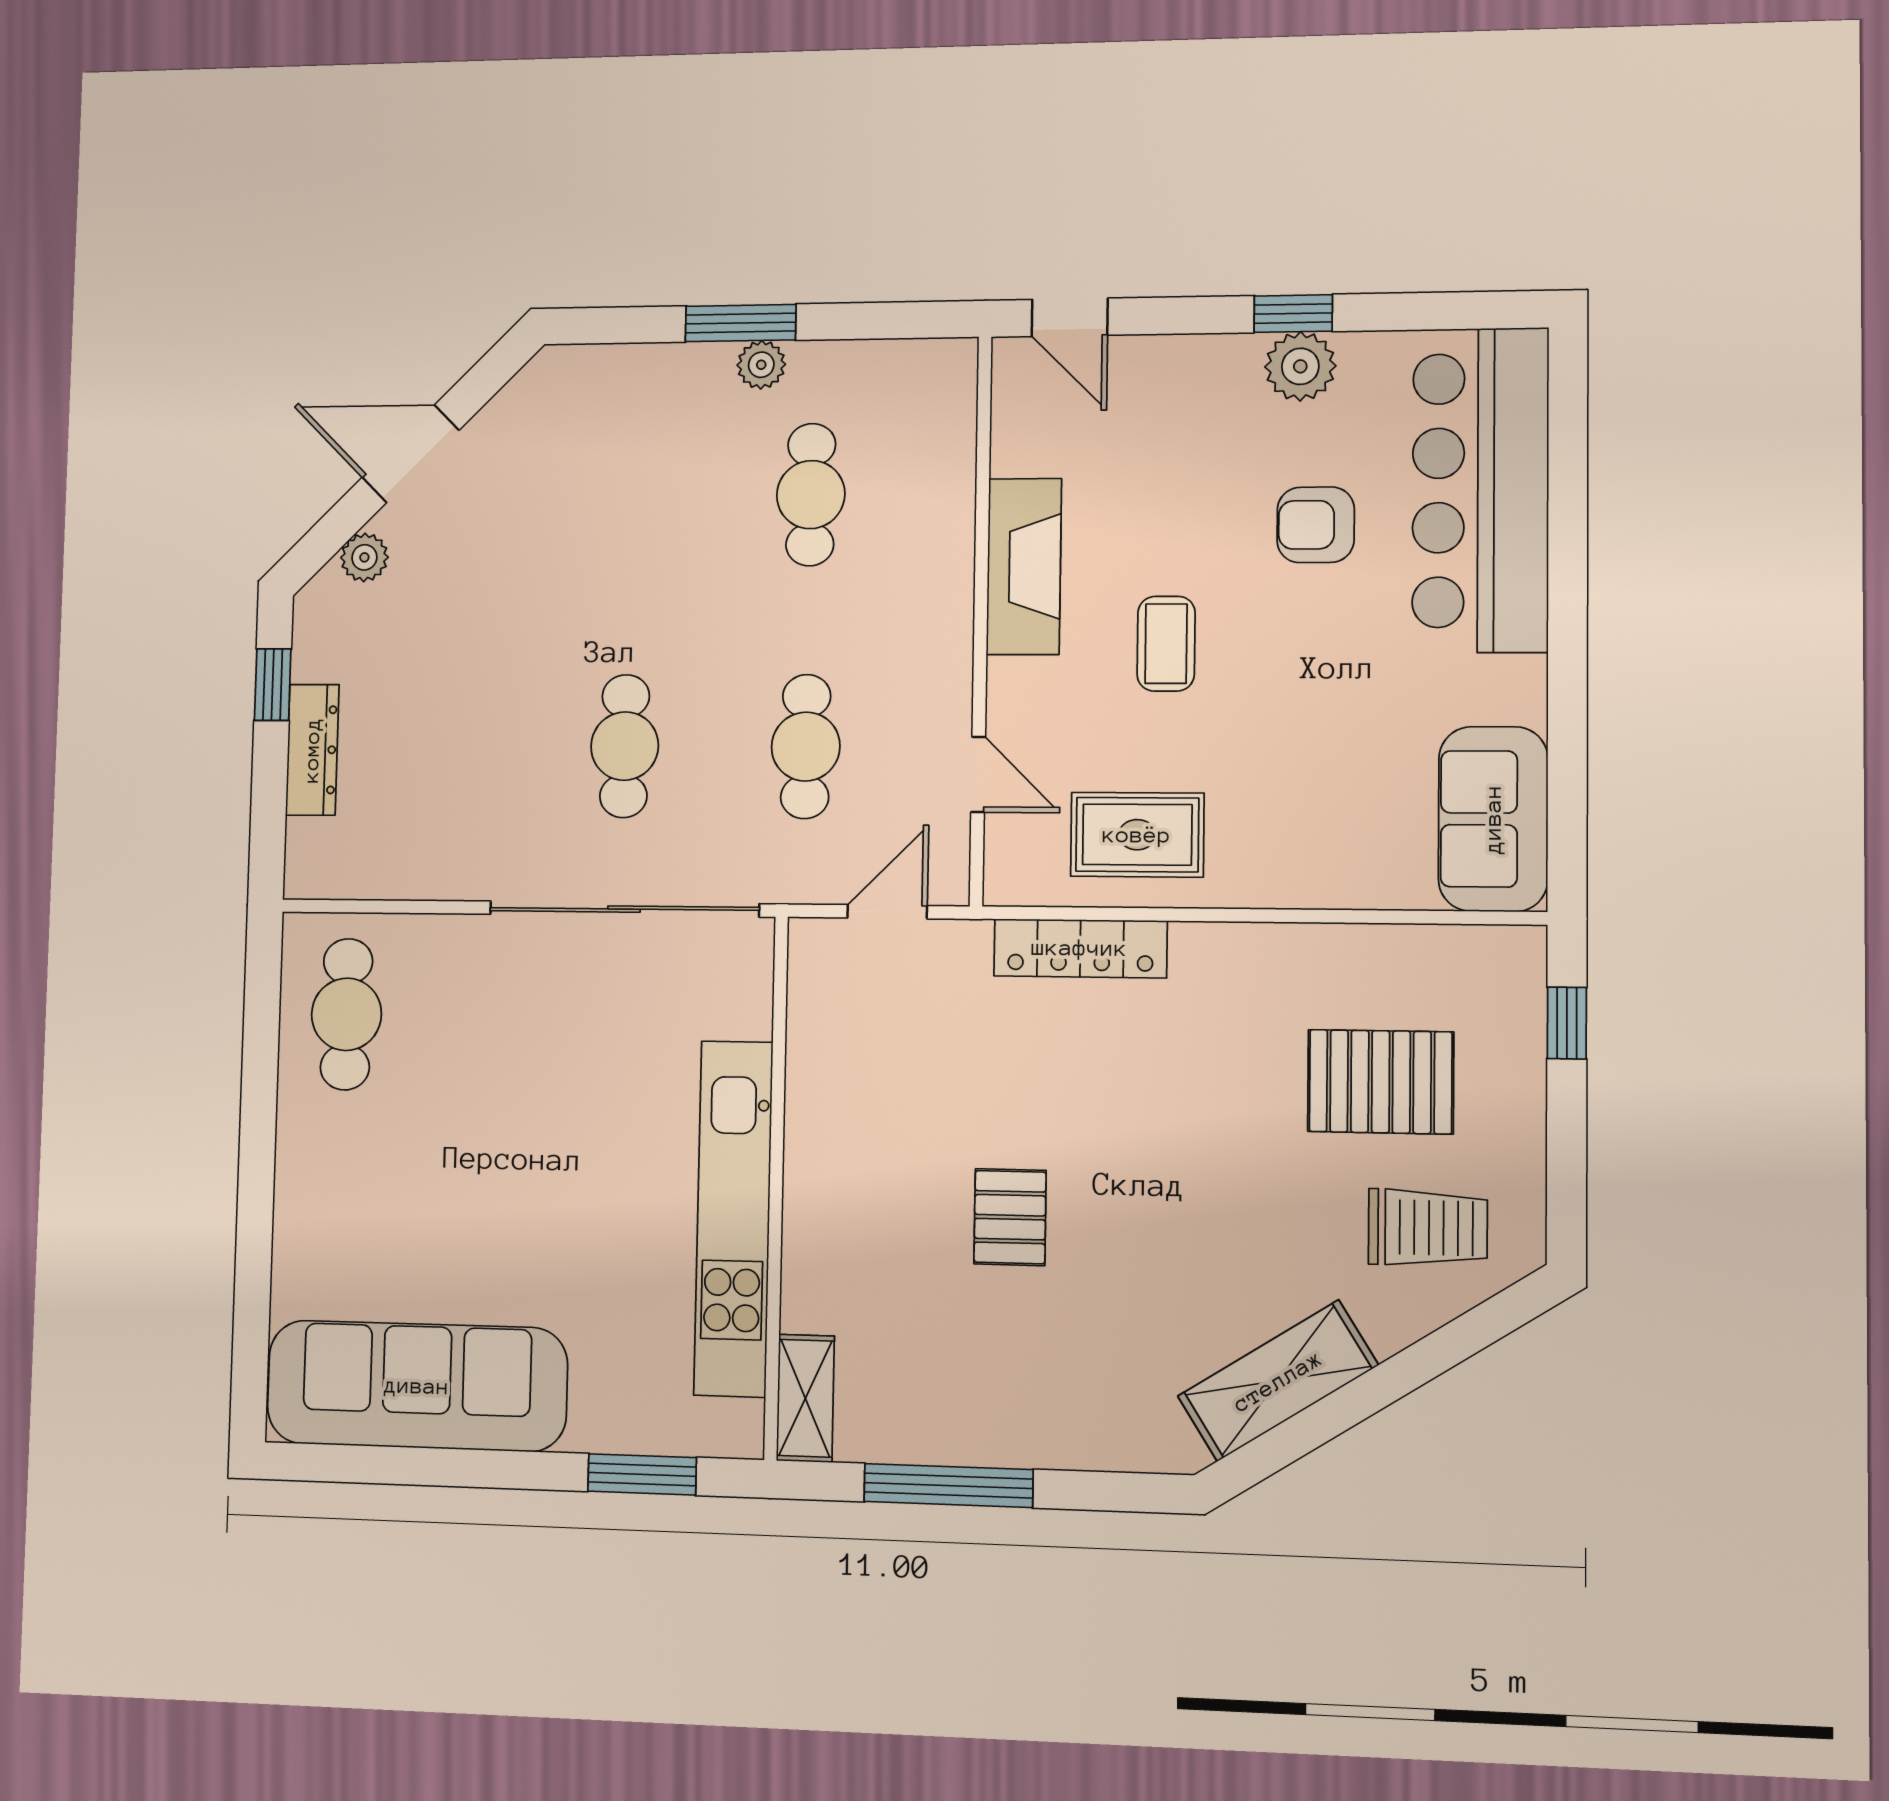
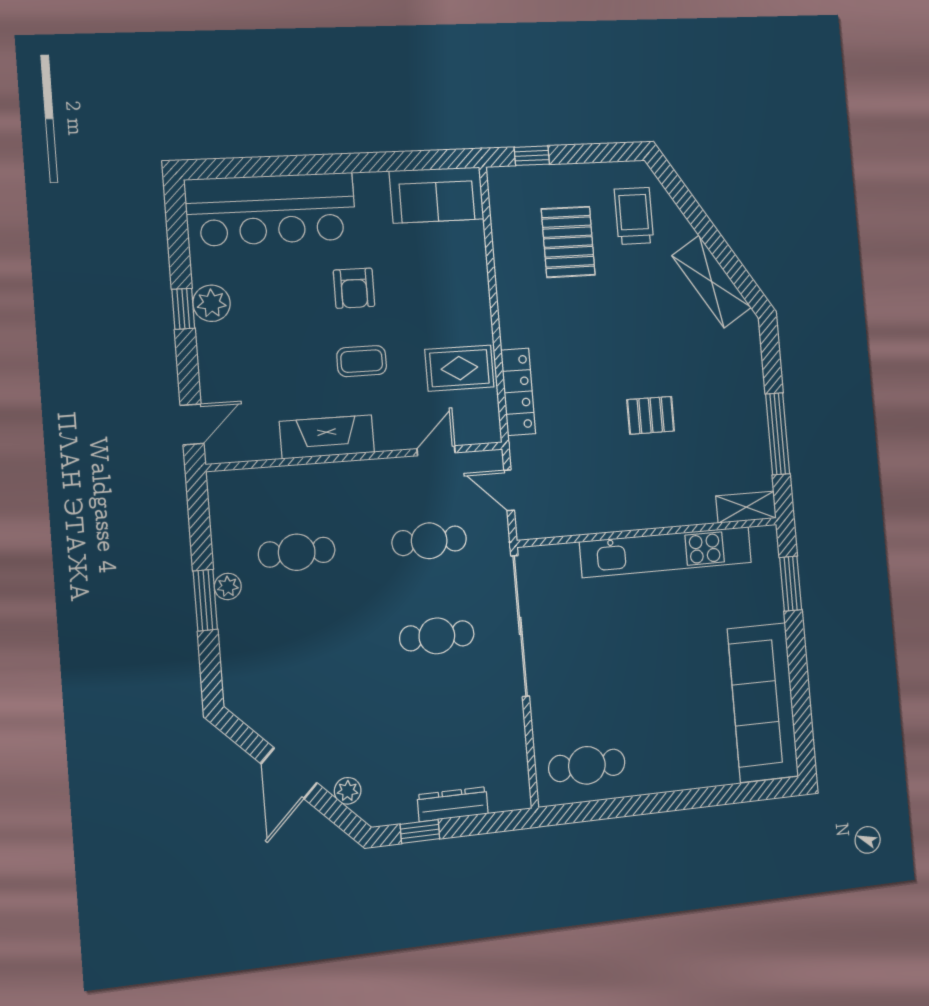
armchair: (1316, 525) -> (354, 288), moved
rug: (1137, 835) -> (459, 368), turned 90

